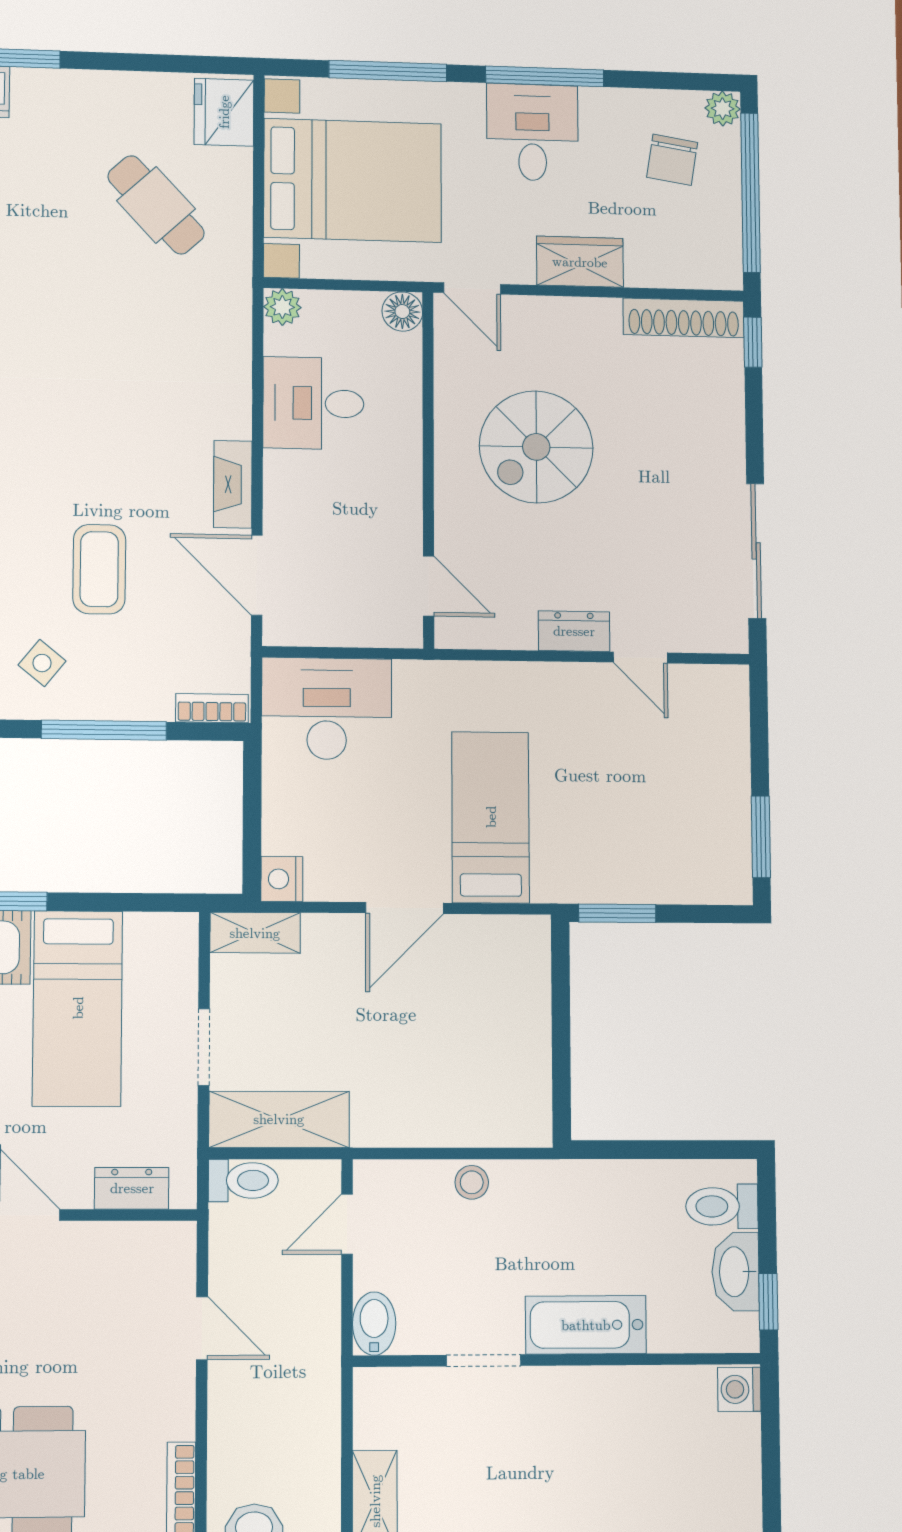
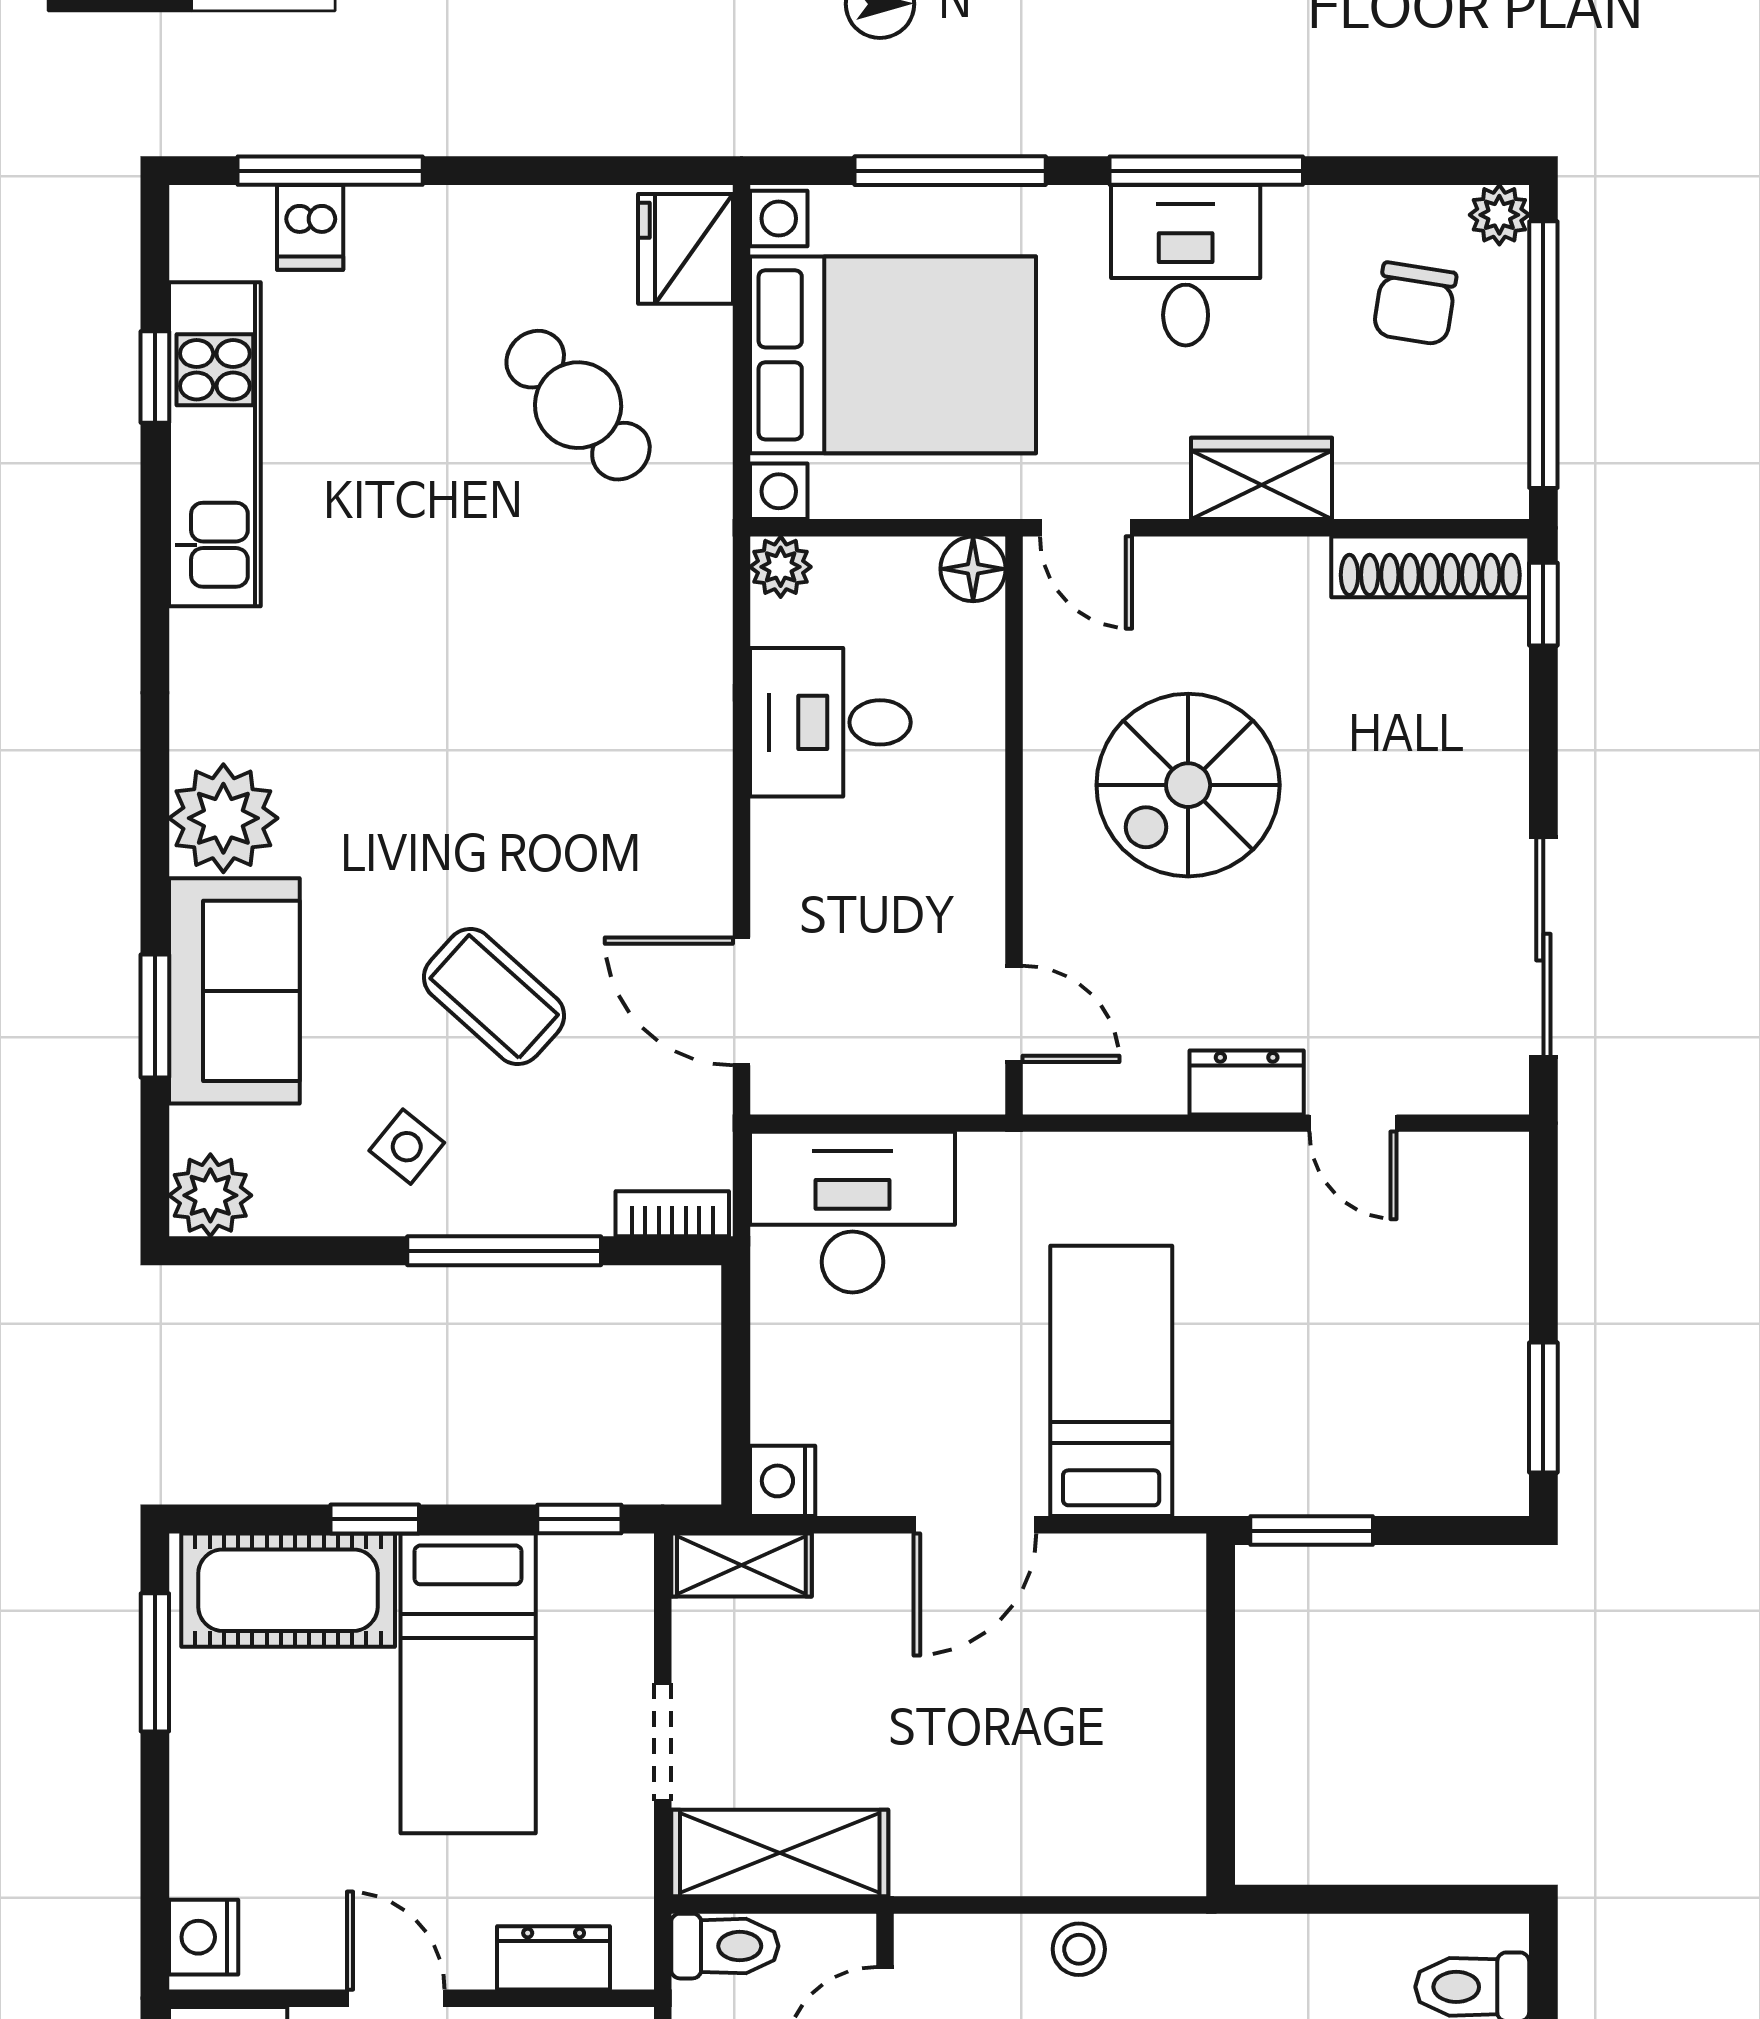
fireplace: (233, 484) -> (703, 857), removed
coffee table: (99, 569) -> (494, 996), turned -48
window: (151, 902) -> (579, 1519), added

